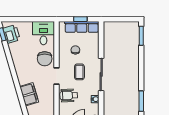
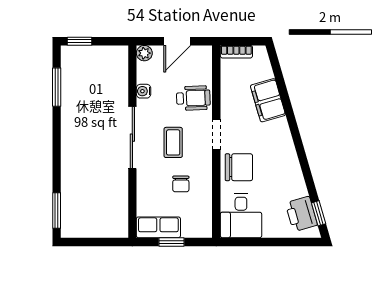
row of seats: (82, 27) -> (158, 227), width x0.68
chair: (45, 59) -> (239, 167), turned 90

